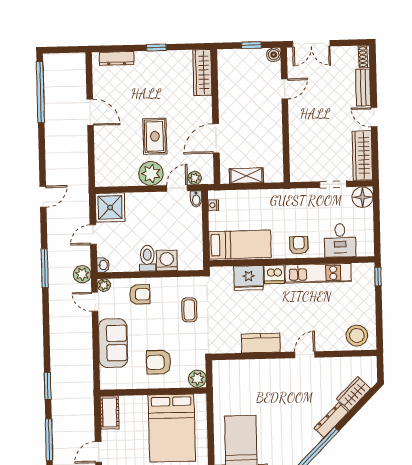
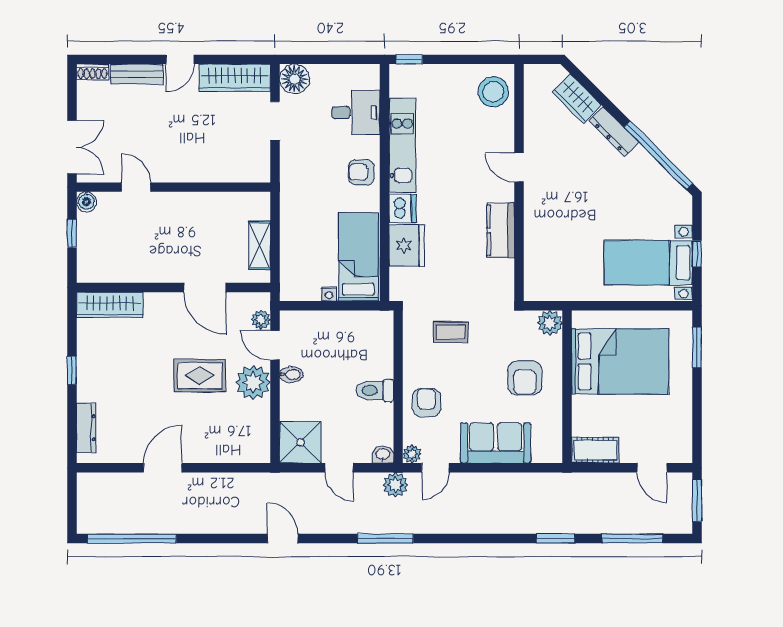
bidet: (196, 199) -> (291, 374), moved
nightstand: (213, 205) -> (329, 294), moved
washing machine: (167, 261) -> (379, 363), removed

